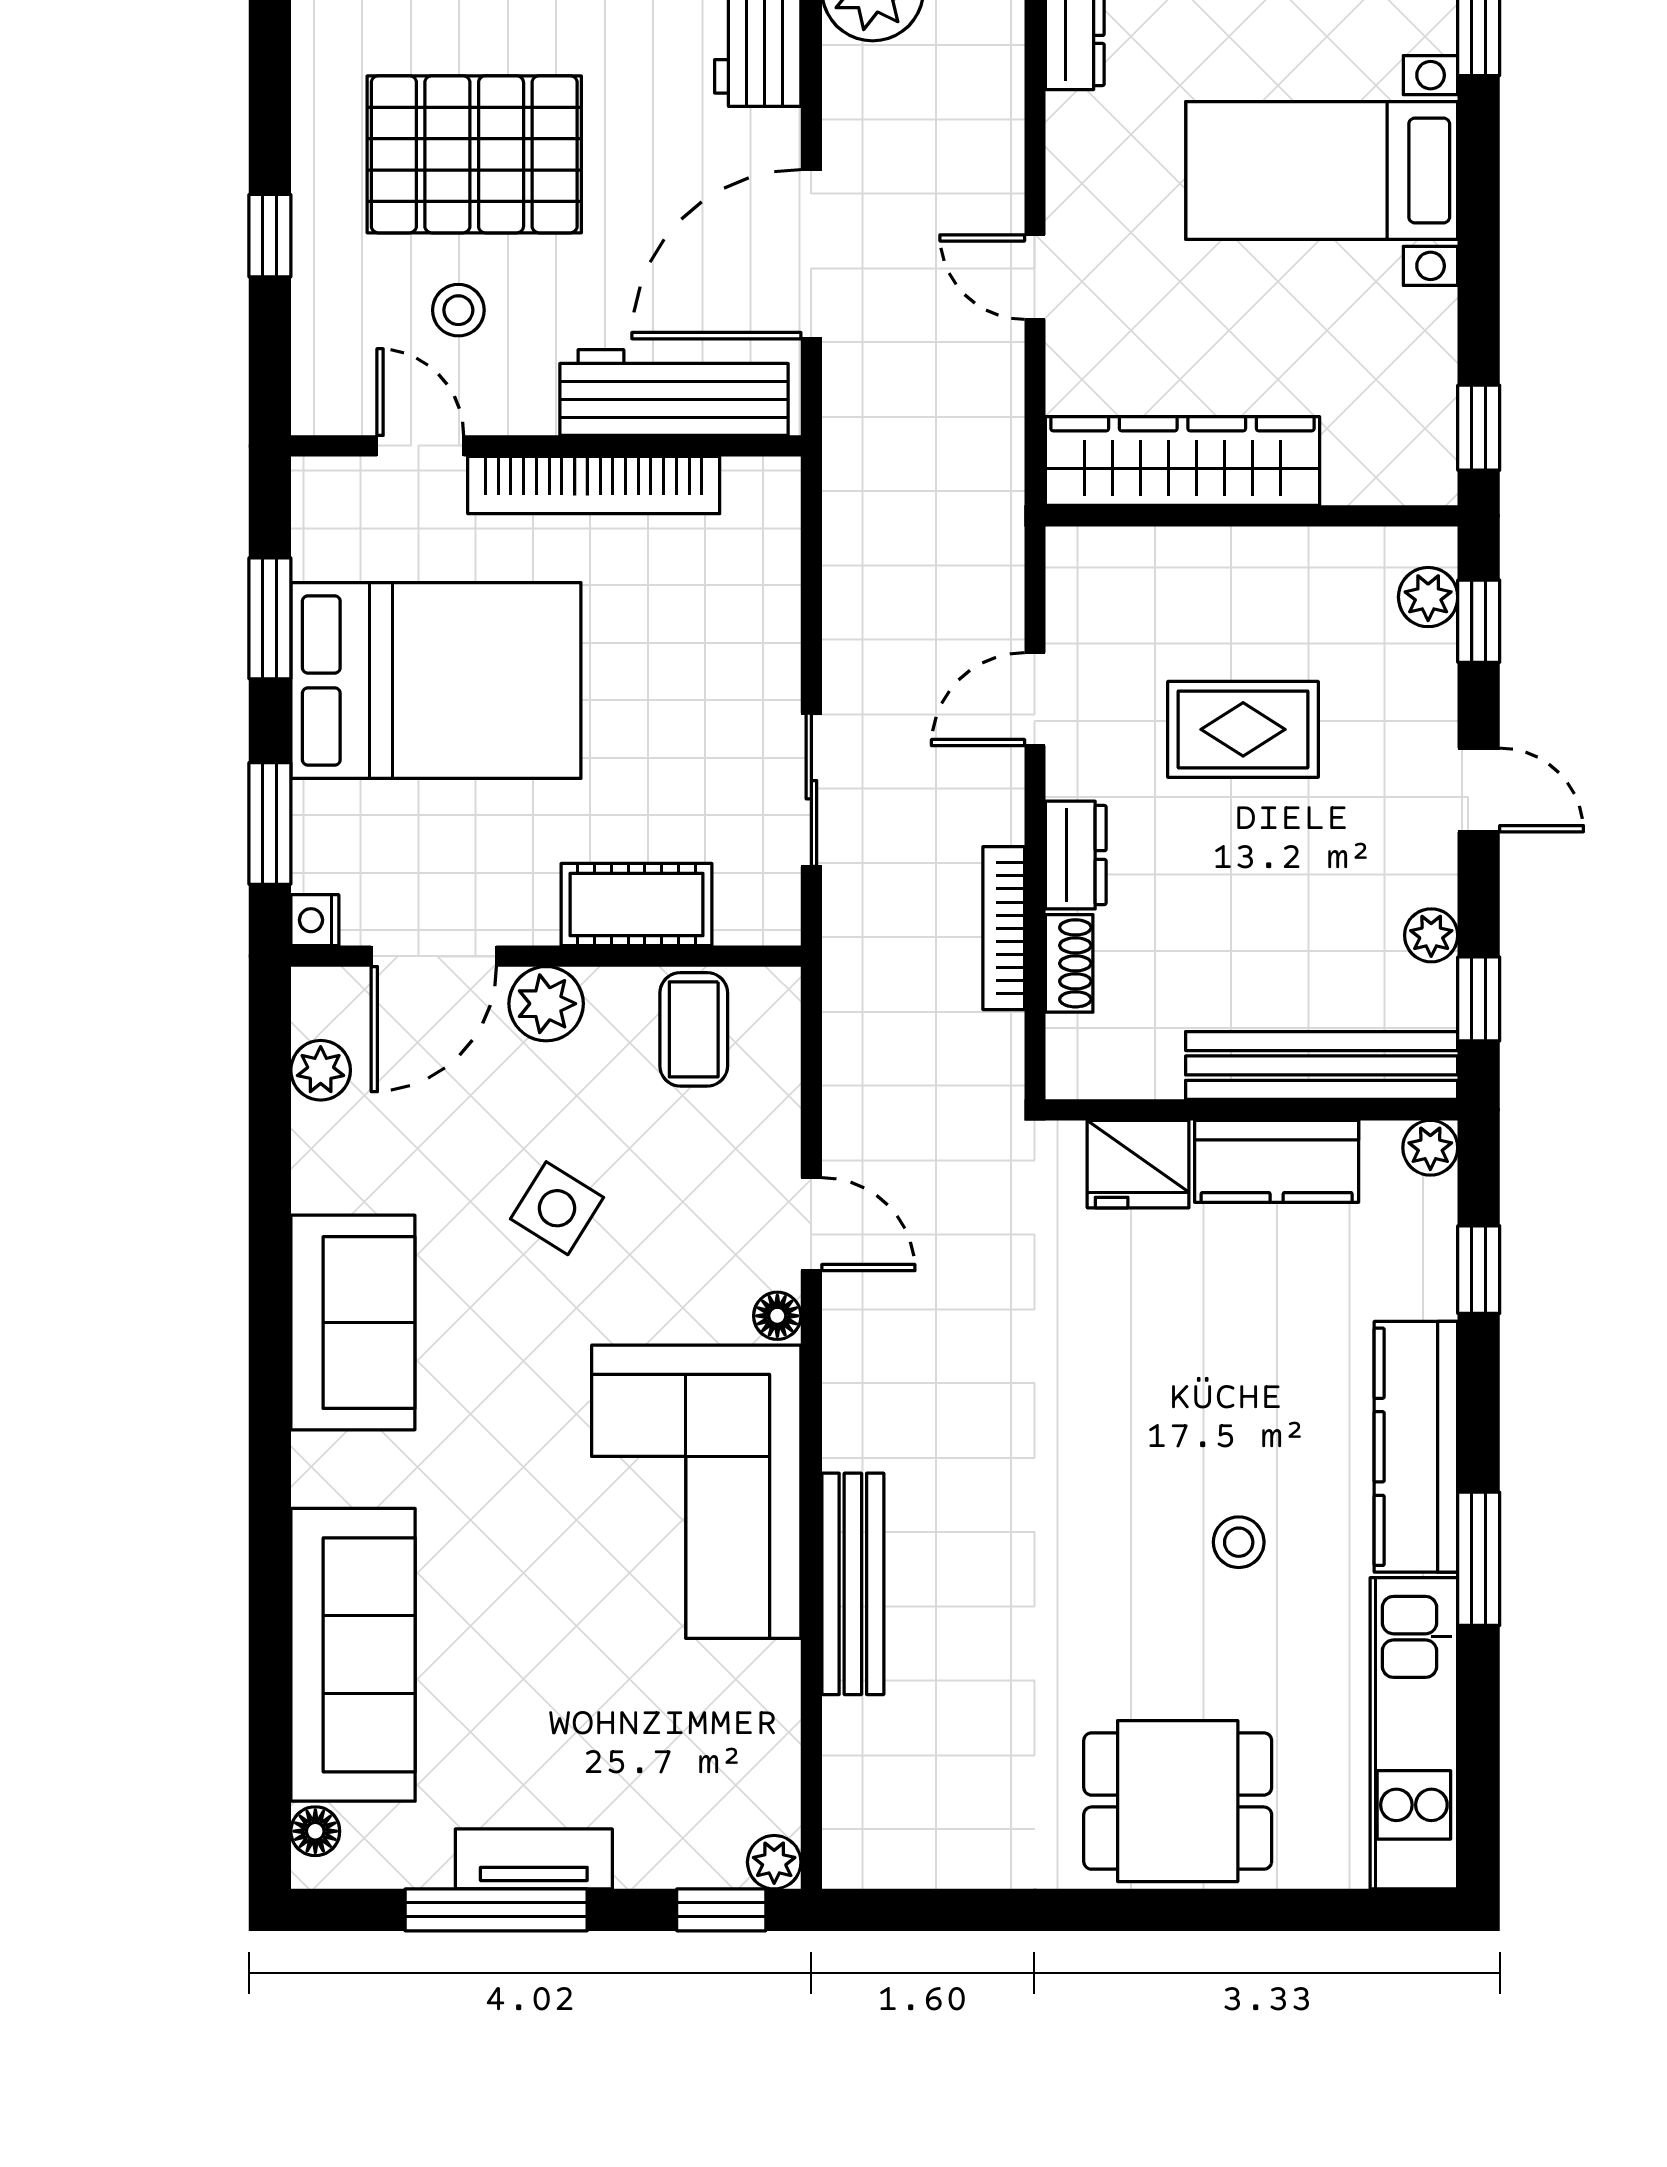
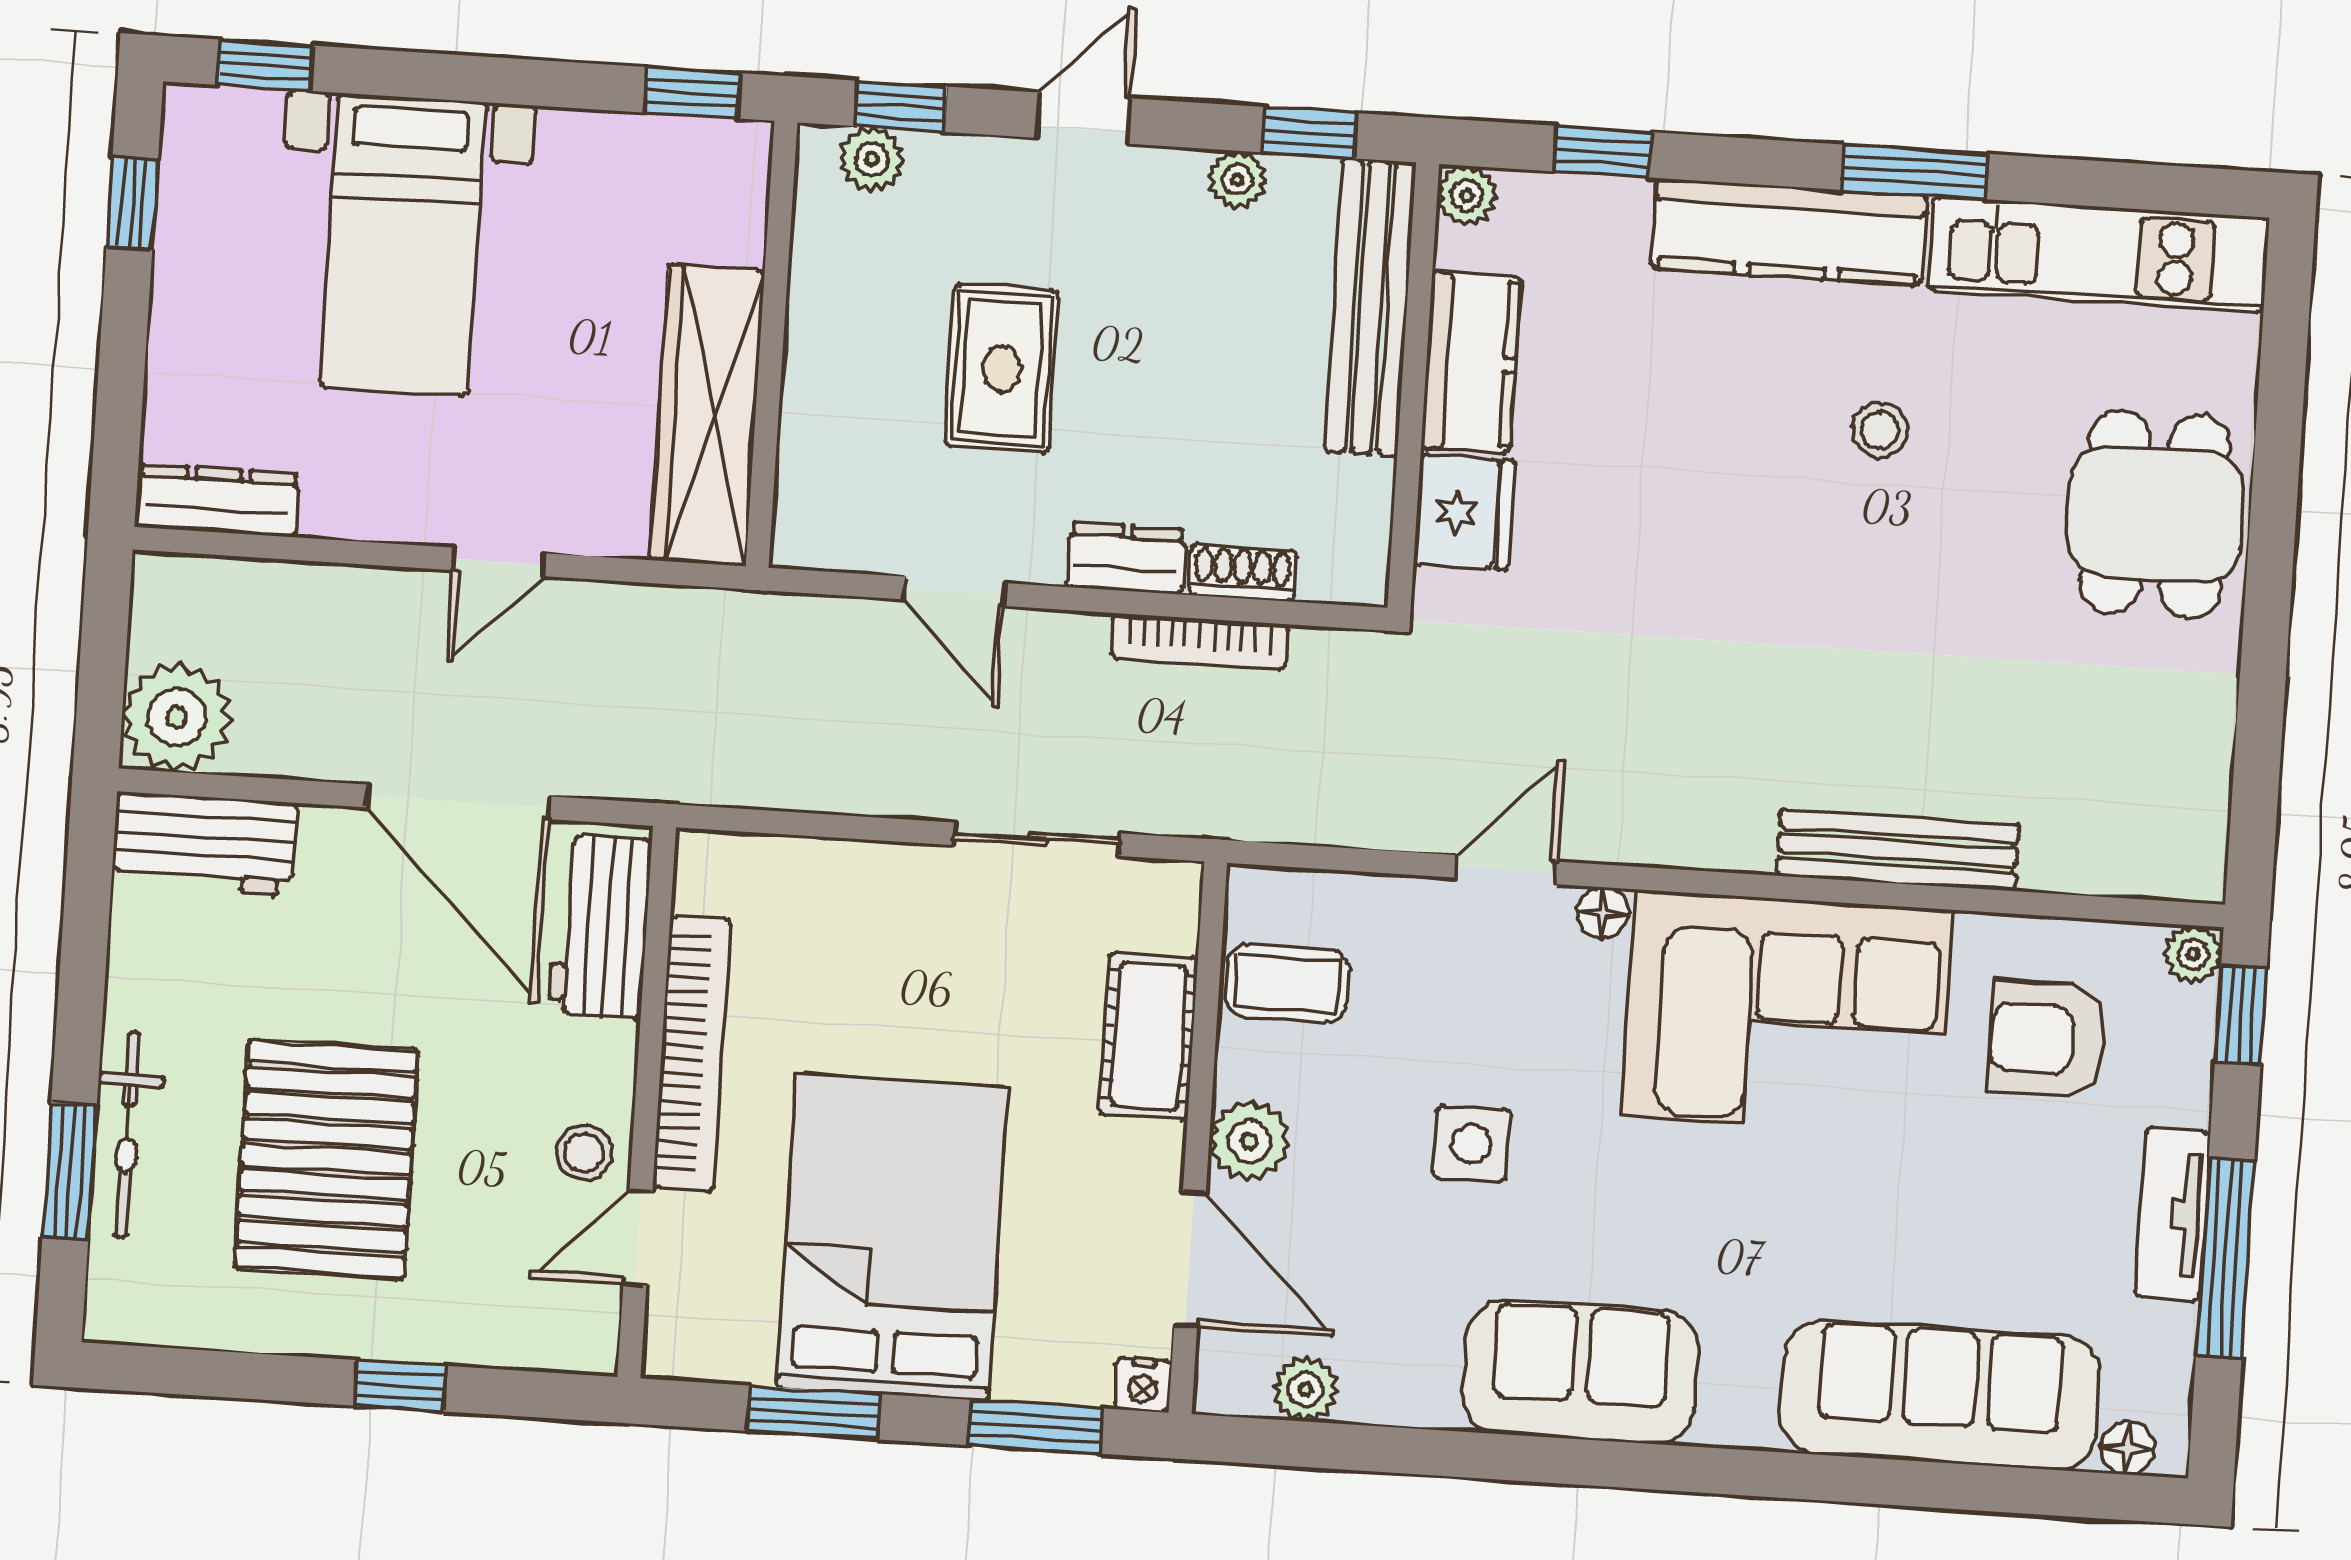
stool: (458, 310) -> (584, 1153), moved
workbench: (674, 393) -> (600, 926), width x0.73
side table: (557, 1208) -> (1471, 1143), turned -32
armchair: (687, 1733) -> (2047, 1039), added

